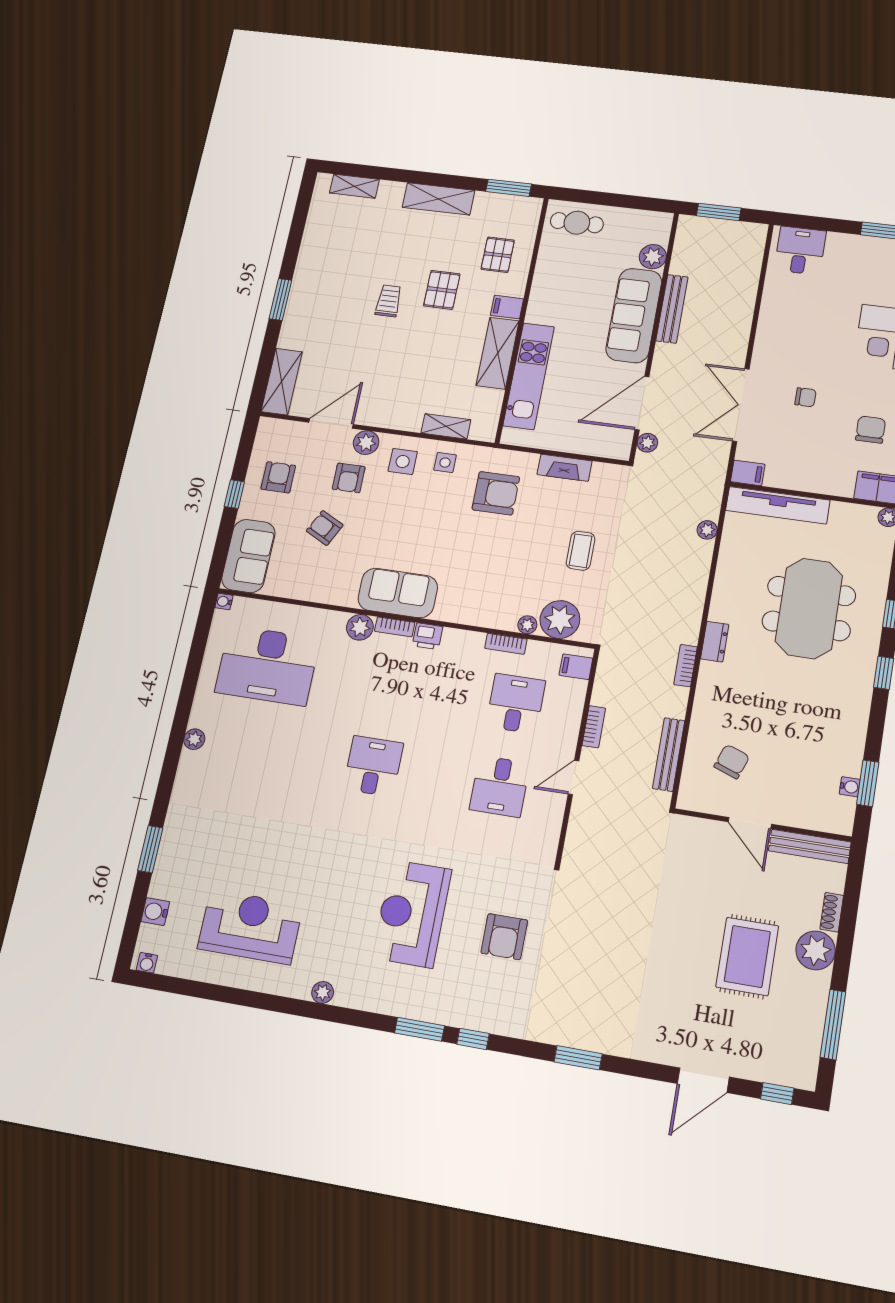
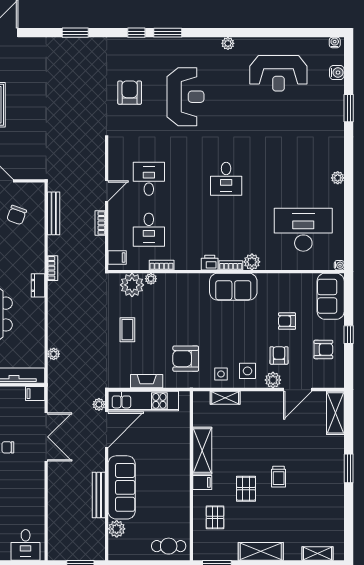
kitchen unit: (529, 376) -> (143, 401), moved, turned -90
armchair: (278, 477) -> (323, 349), turned -90
armchair: (325, 528) -> (287, 321), turned 153

